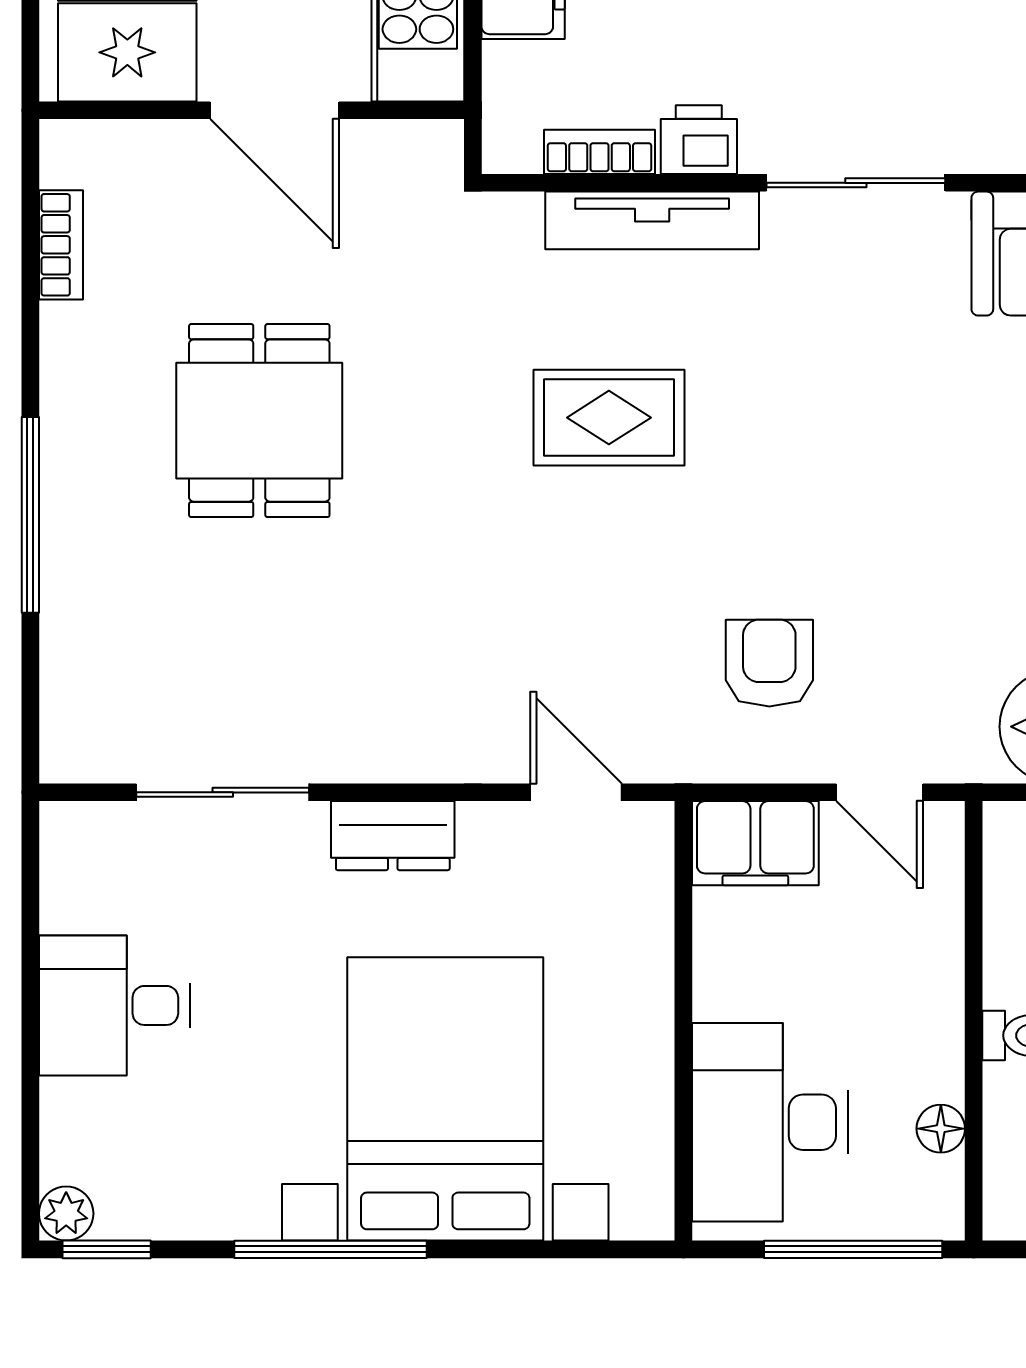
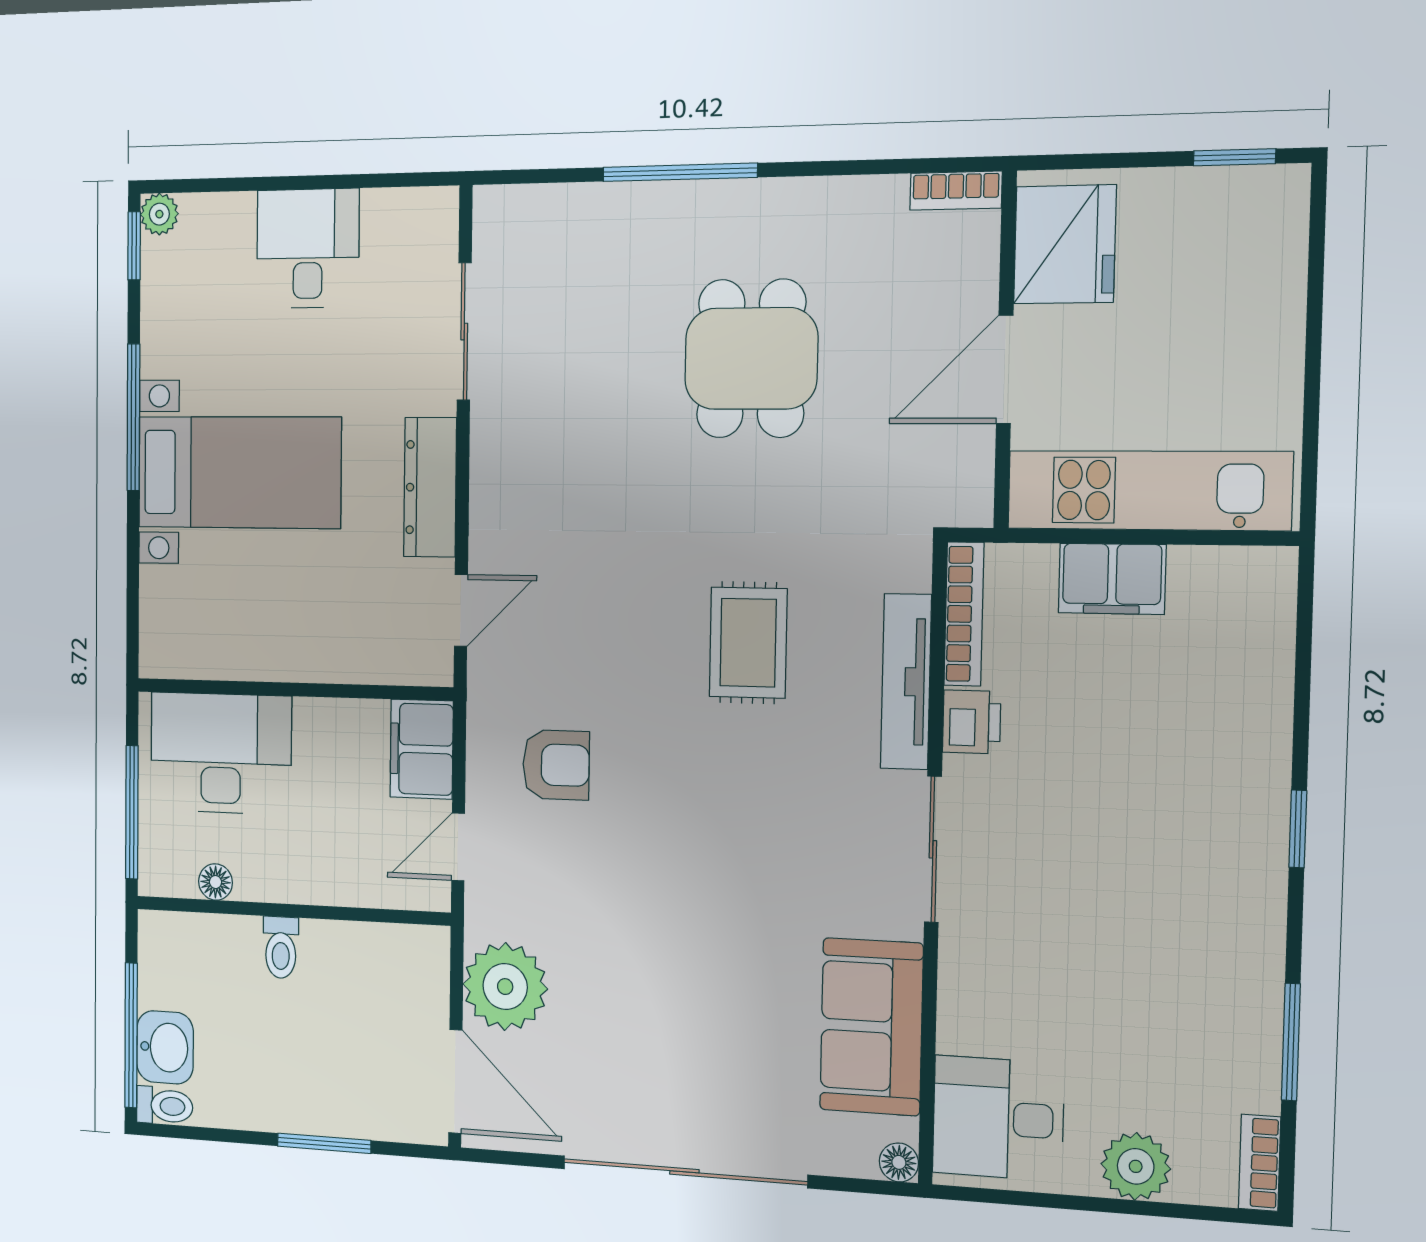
bookcase: (600, 152) -> (964, 614), width x1.56
bookcase: (61, 245) -> (956, 191), moved
dining table: (259, 421) -> (751, 359), turned 90
dresser: (393, 836) -> (430, 487), width x1.44
bed with nightstands: (445, 1099) -> (239, 472), width x0.73

